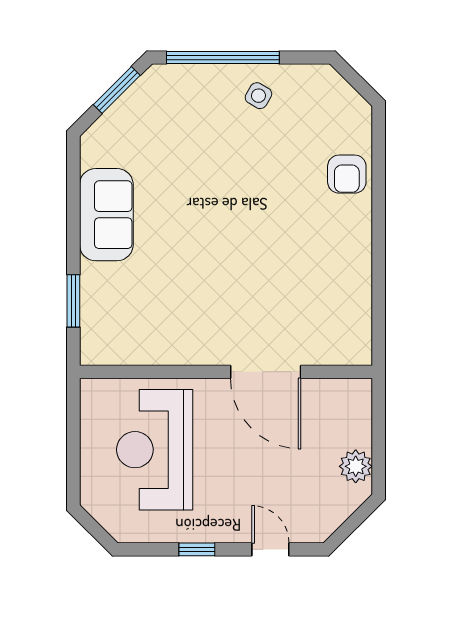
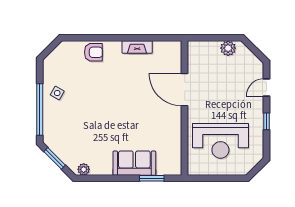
plant: (93, 153) -> (84, 169), added
sofa: (106, 215) -> (134, 163), moved
fireplace: (358, 269) -> (137, 47), added
door: (266, 372) -> (185, 90), swing flipped

